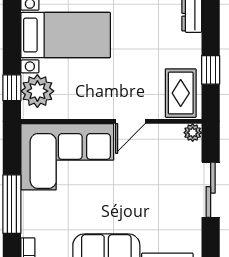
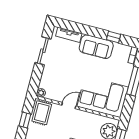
sliding door: (211, 190) -> (43, 51), moved

